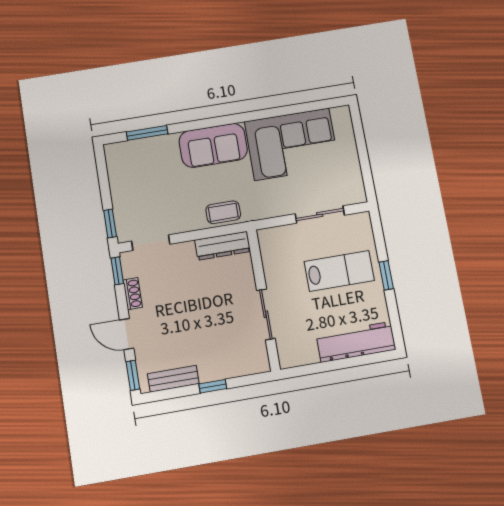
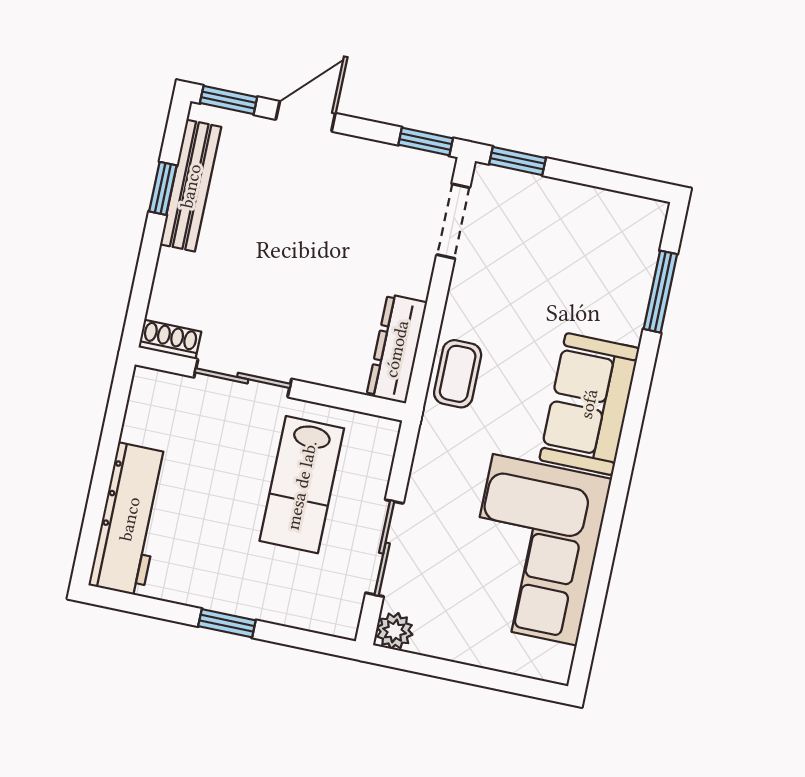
plant: (357, 195) -> (395, 631), added
lab bench: (339, 271) -> (302, 485), moved
shoe rack: (133, 294) -> (170, 339), moved, turned 180
bench: (173, 379) -> (191, 186), width x1.36
window: (213, 386) -> (163, 188), moved

